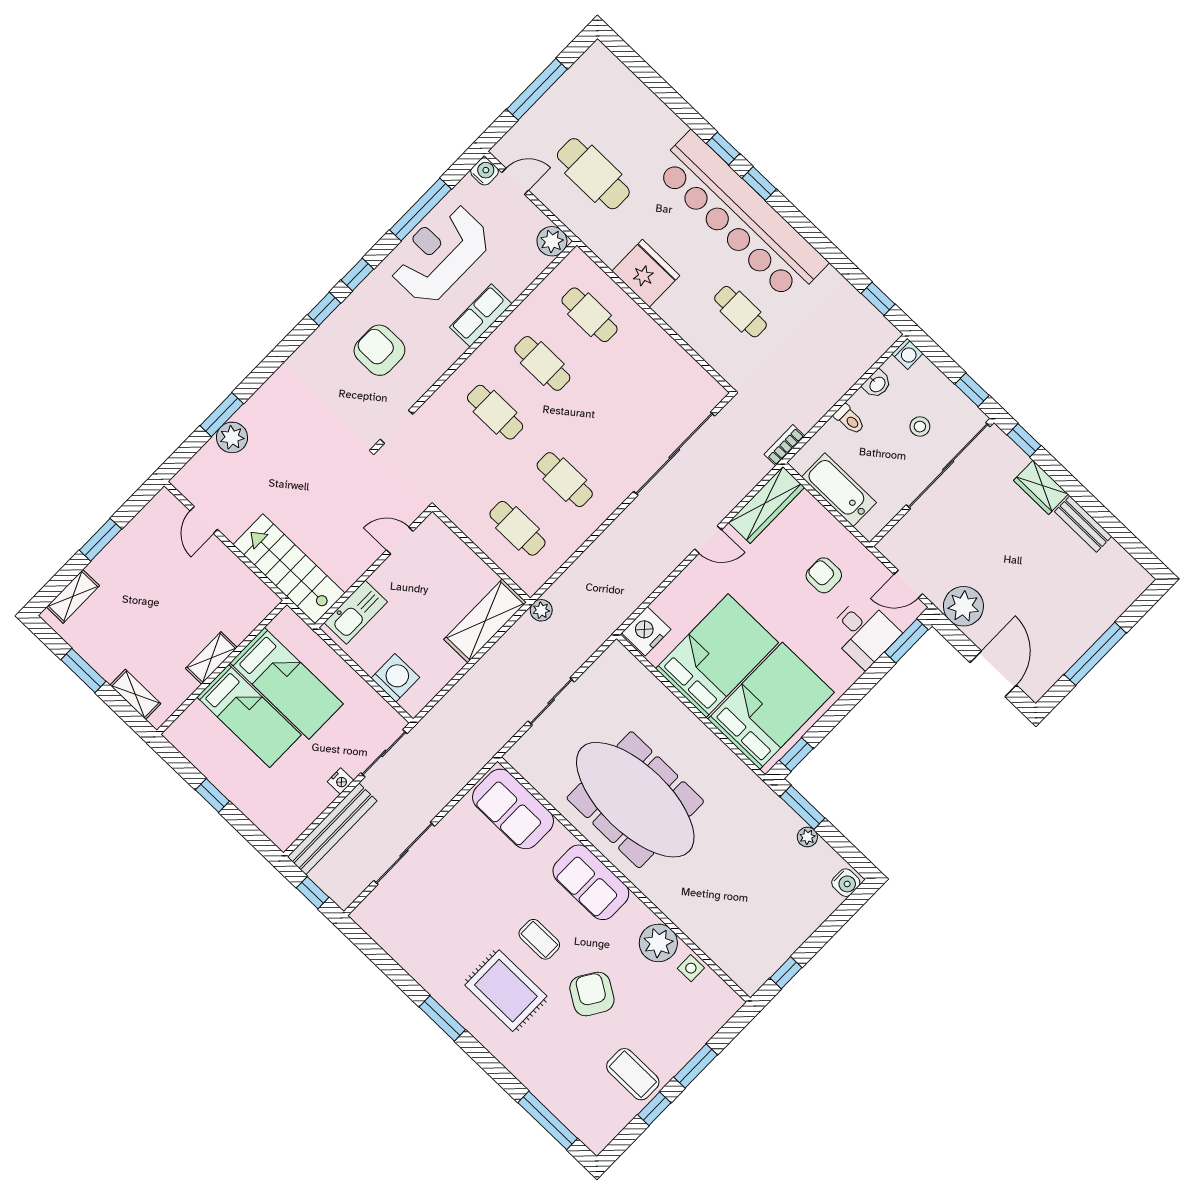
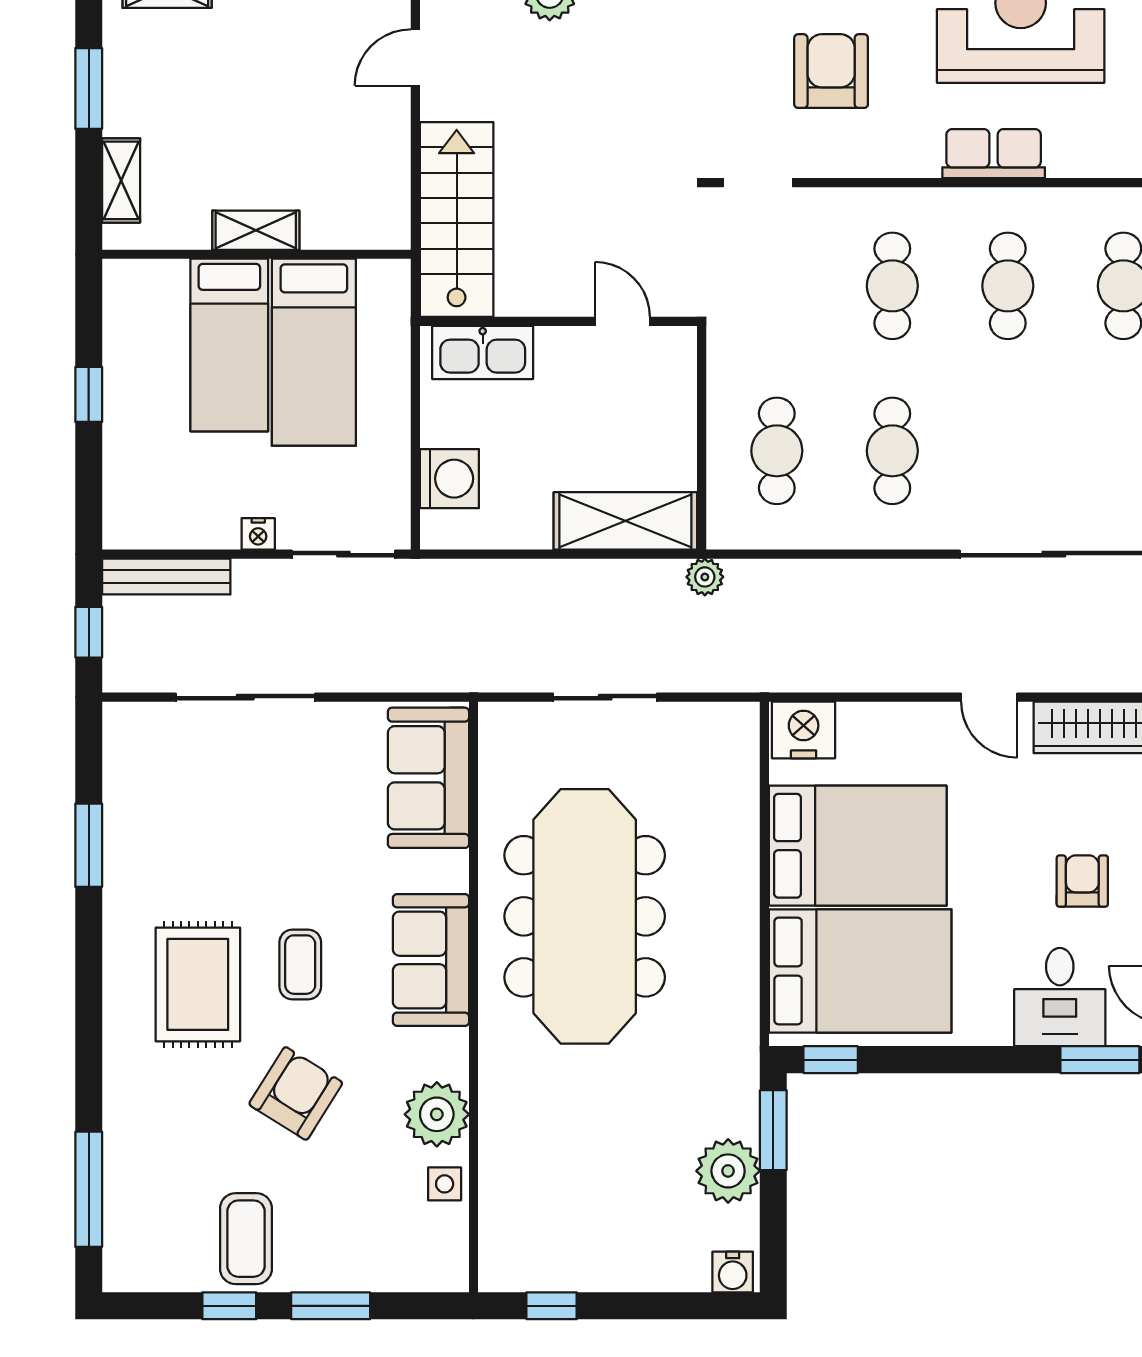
bench: (332, 829) -> (166, 576), width x0.73, depth x0.82
plant: (807, 837) -> (728, 1171), width x1.88, depth x1.88
window: (442, 1018) -> (89, 845), moved

